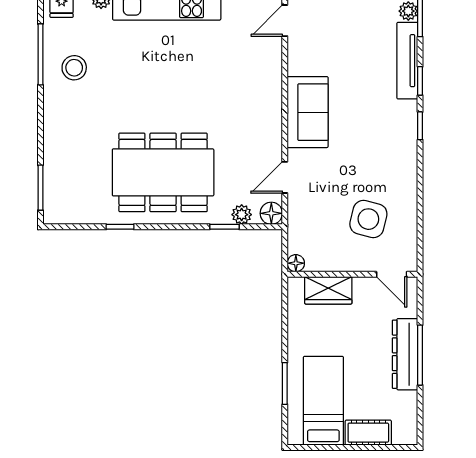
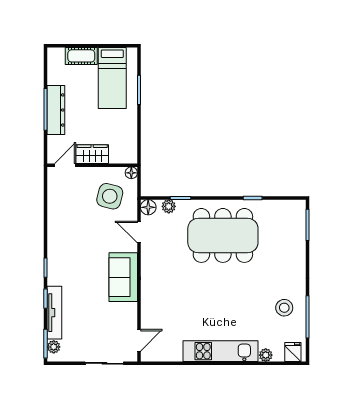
door: (285, 177) -> (139, 232), swing flipped
side table: (368, 219) -> (110, 196), moved
door: (392, 274) -> (65, 165), hinge flipped
wardrobe: (328, 290) -> (92, 154), moved

